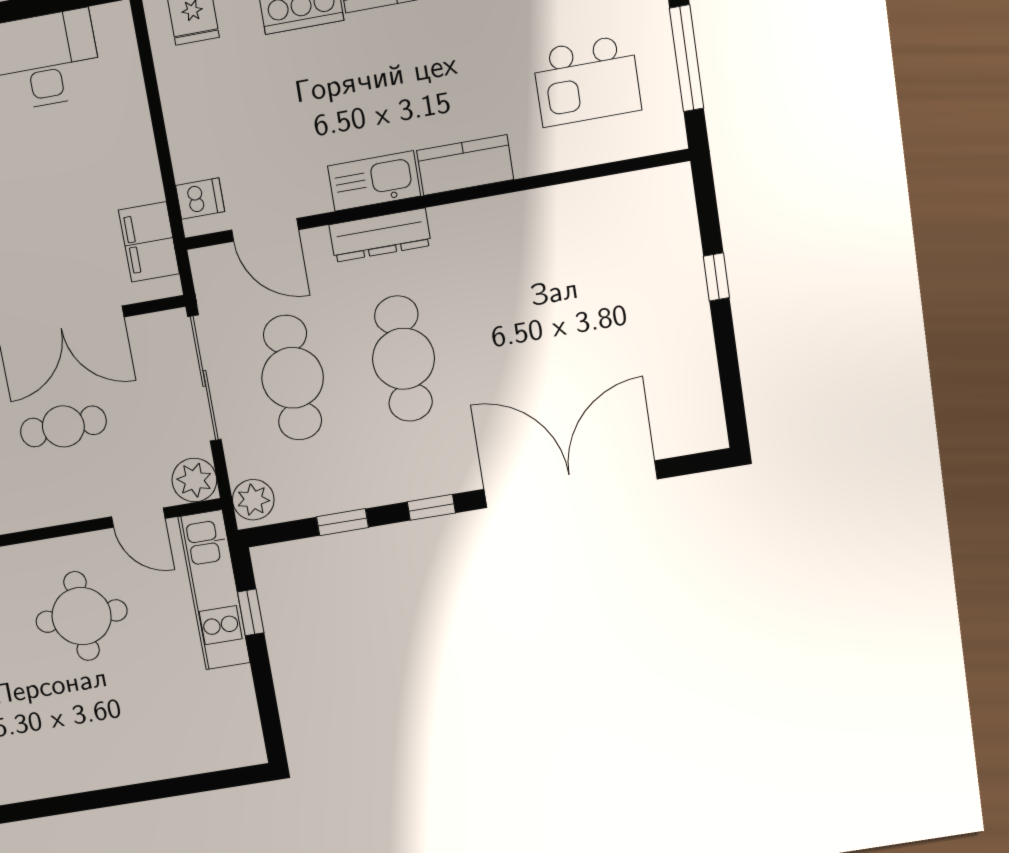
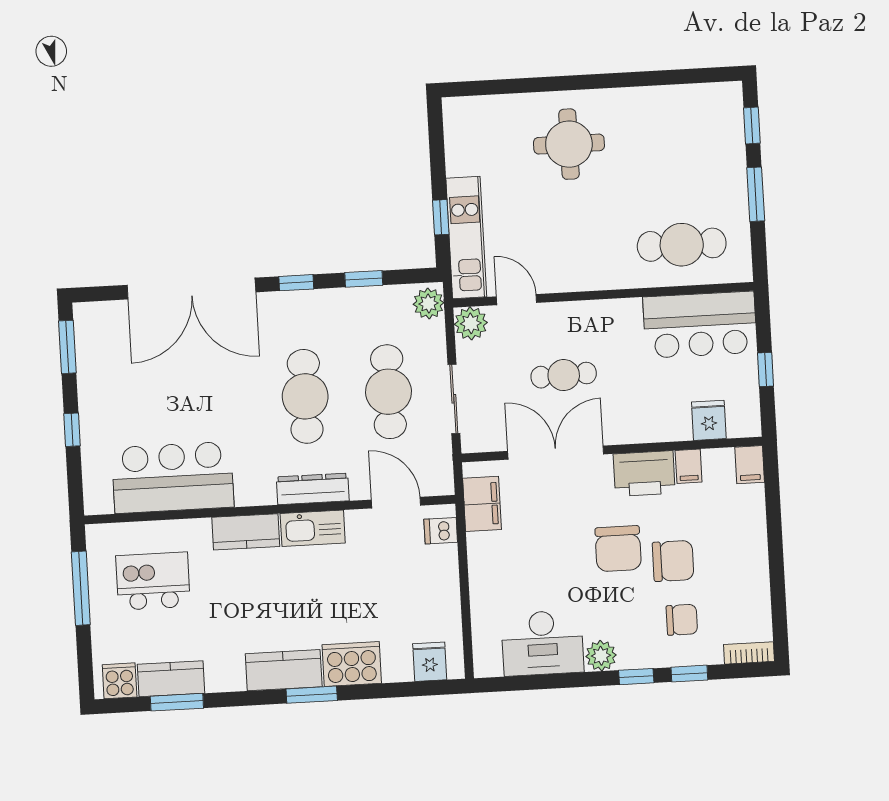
bar counter: (572, 228) -> (173, 477), added
sliding door: (204, 378) -> (454, 399), width x0.73
window: (731, 388) -> (67, 347), added
round table: (82, 616) -> (569, 144), moved

